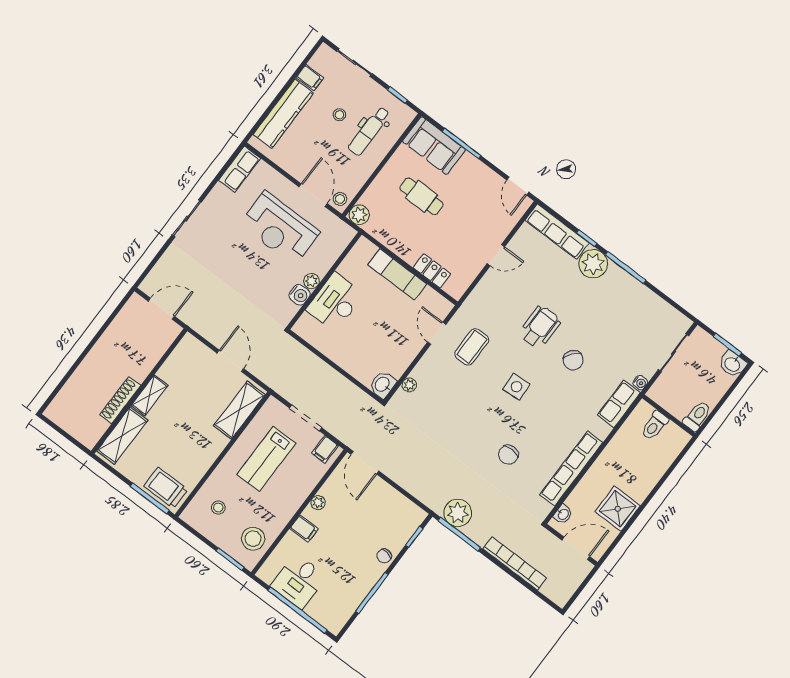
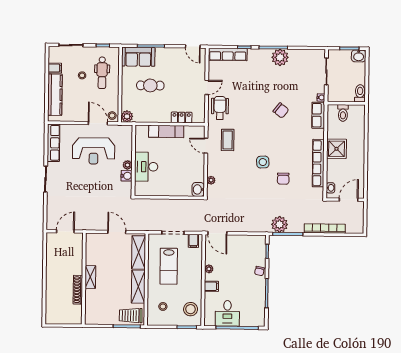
row of seats: (240, 169) -> (53, 143), width x1.48
plant: (593, 264) -> (280, 57), moved
wheelchair: (540, 327) -> (220, 108), moved
side table: (516, 387) -> (263, 162), moved
shelving: (122, 436) -> (138, 287), moved
shower: (618, 509) -> (336, 149), moved

